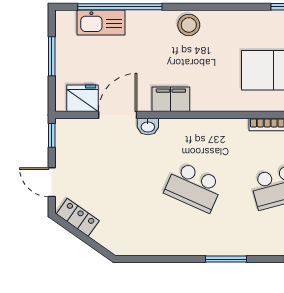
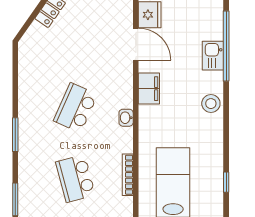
kitchen sink: (101, 23) -> (213, 56), moved, width x0.73
washbasin: (148, 127) -> (126, 118), moved

